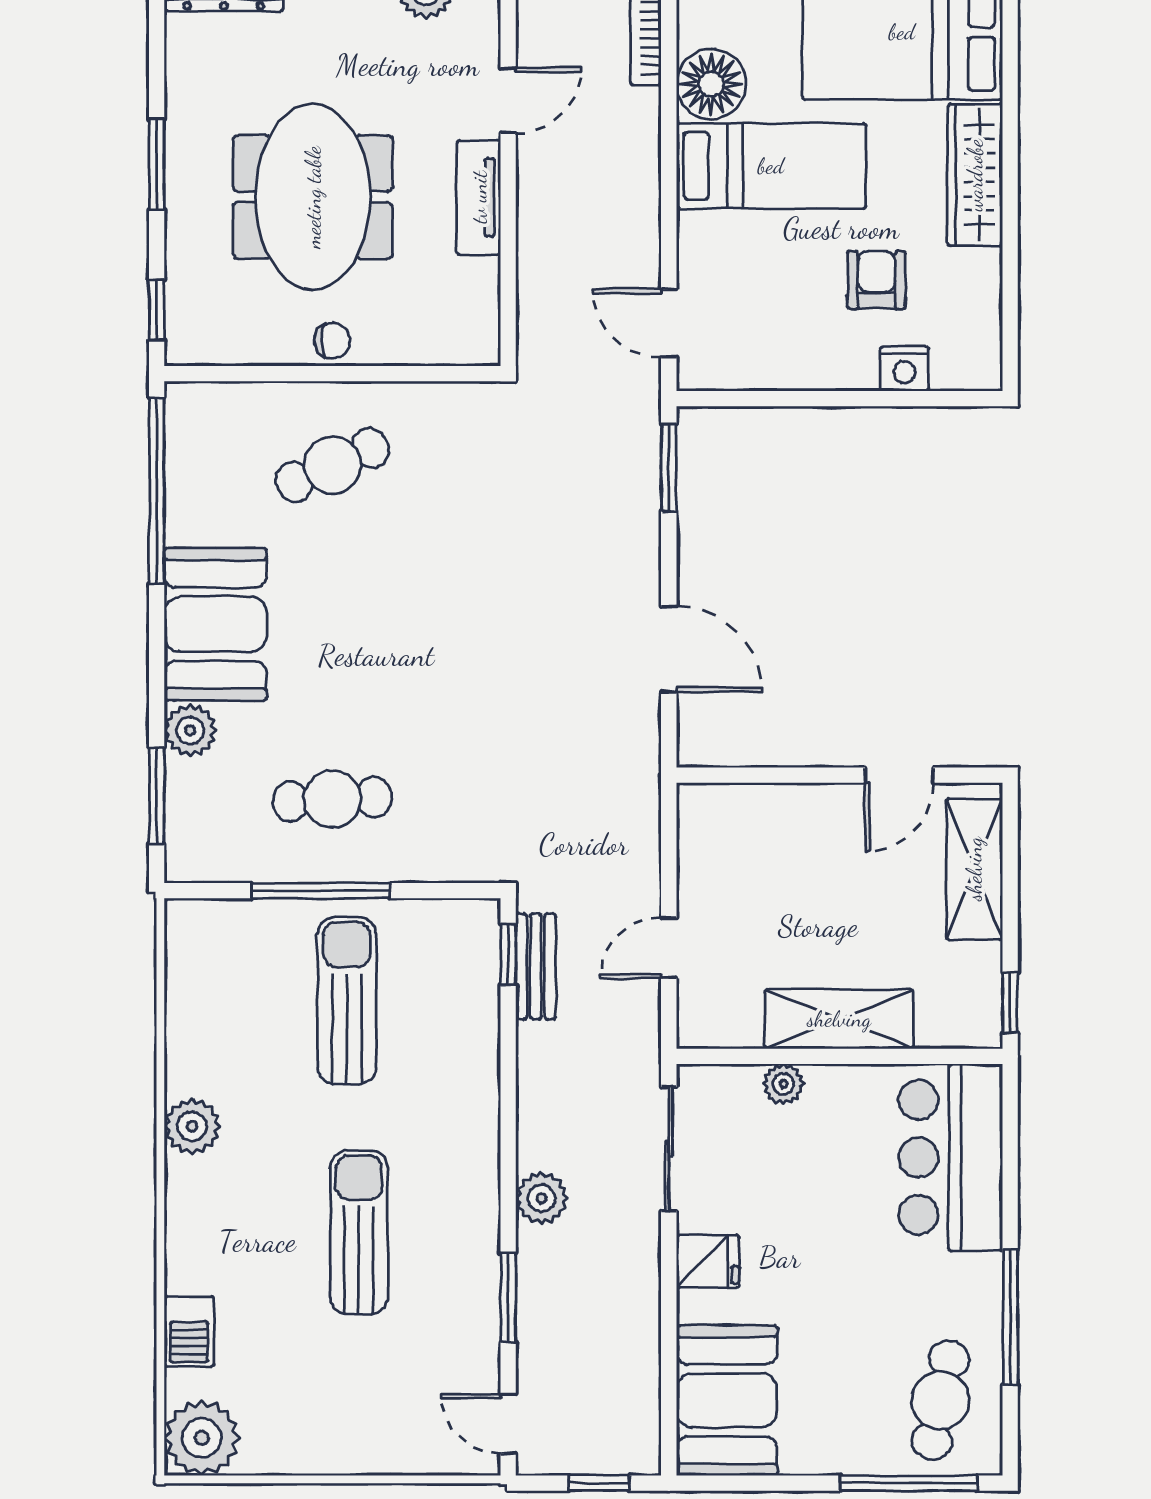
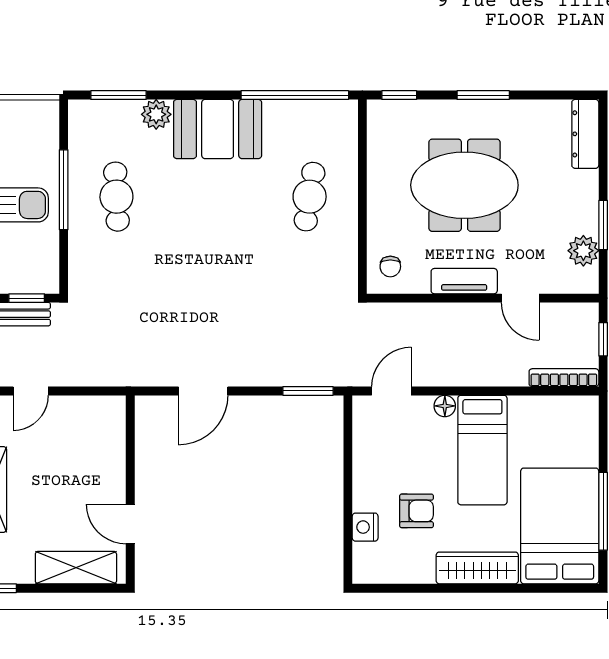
floor lamp: (711, 84) -> (445, 406), moved, width x0.53, depth x0.53
chair: (332, 341) -> (390, 266), moved
cafe table: (332, 465) -> (310, 197), turned 33
door: (669, 948) -> (31, 391), swing flipped

